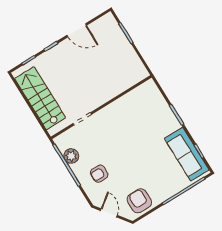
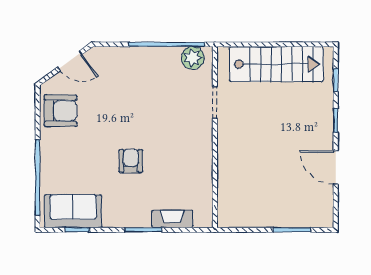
door: (77, 30) -> (336, 167), hinge flipped
fireplace: (161, 103) -> (172, 219), added
sofa: (187, 154) -> (73, 211), width x0.73
plant: (71, 156) -> (193, 58), moved
armchair: (99, 174) -> (131, 161), moved

